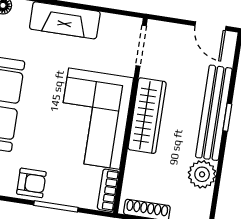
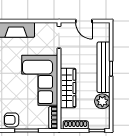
door: (211, 26) -> (84, 21), moved
wardrobe: (147, 116) -> (68, 88), moved
armchair: (31, 183) -> (11, 120), turned 180

